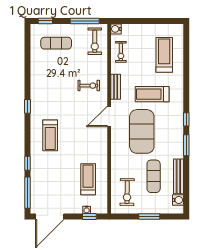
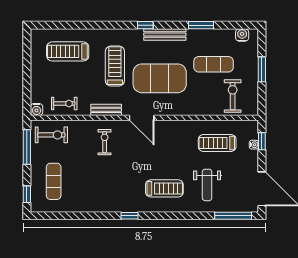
treadmill: (152, 94) -> (115, 66), turned 180
window: (186, 145) -> (201, 25), moved
window: (27, 163) -> (198, 216), removed
weight bench: (53, 171) -> (207, 185), added
bench: (178, 176) -> (165, 34), moved
exercise bike: (127, 192) -> (233, 96), turned -91

